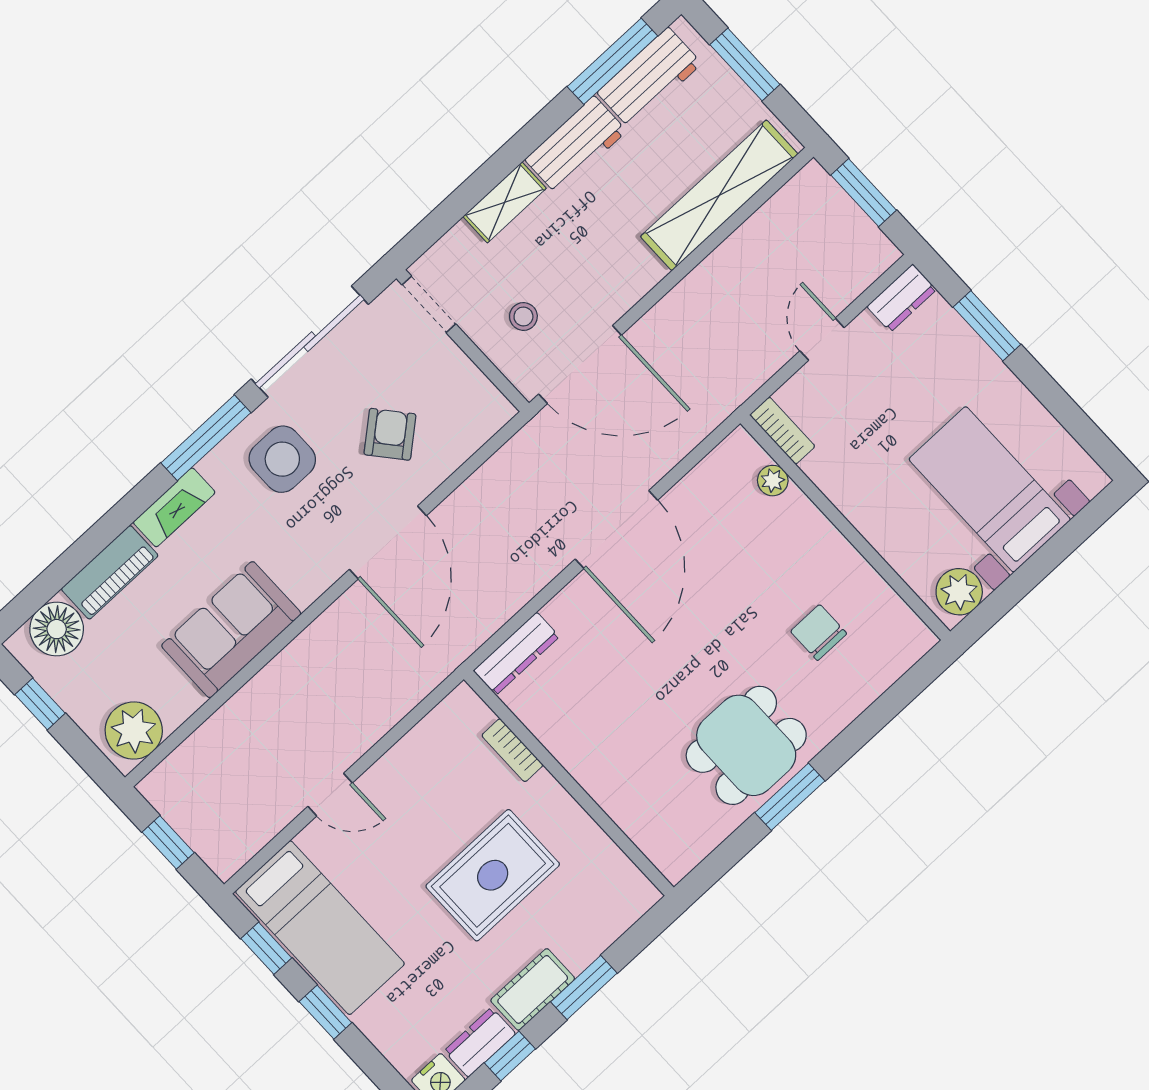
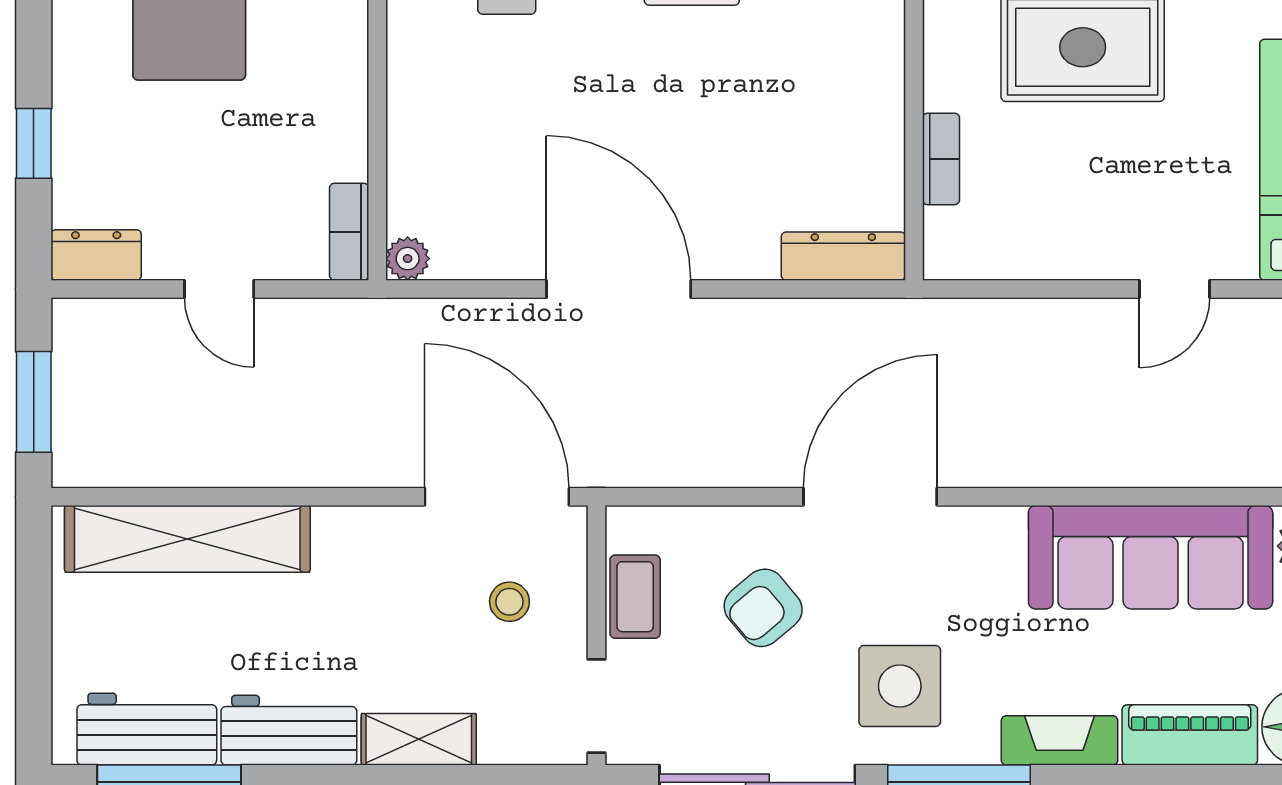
window: (745, 64) -> (34, 651), removed
window: (987, 326) -> (34, 143), width x0.67
door: (822, 339) -> (219, 289), hinge flipped
coffee table: (461, 379) -> (635, 597), added
plant: (773, 481) -> (408, 259), moved
door: (616, 530) -> (619, 289), hinge flipped
sofa: (231, 630) -> (1151, 557), width x1.36
door: (330, 795) -> (1174, 289), swing flipped

